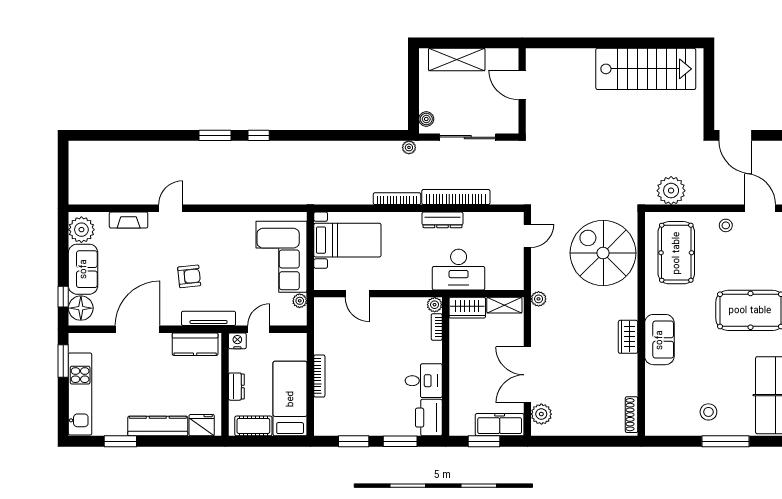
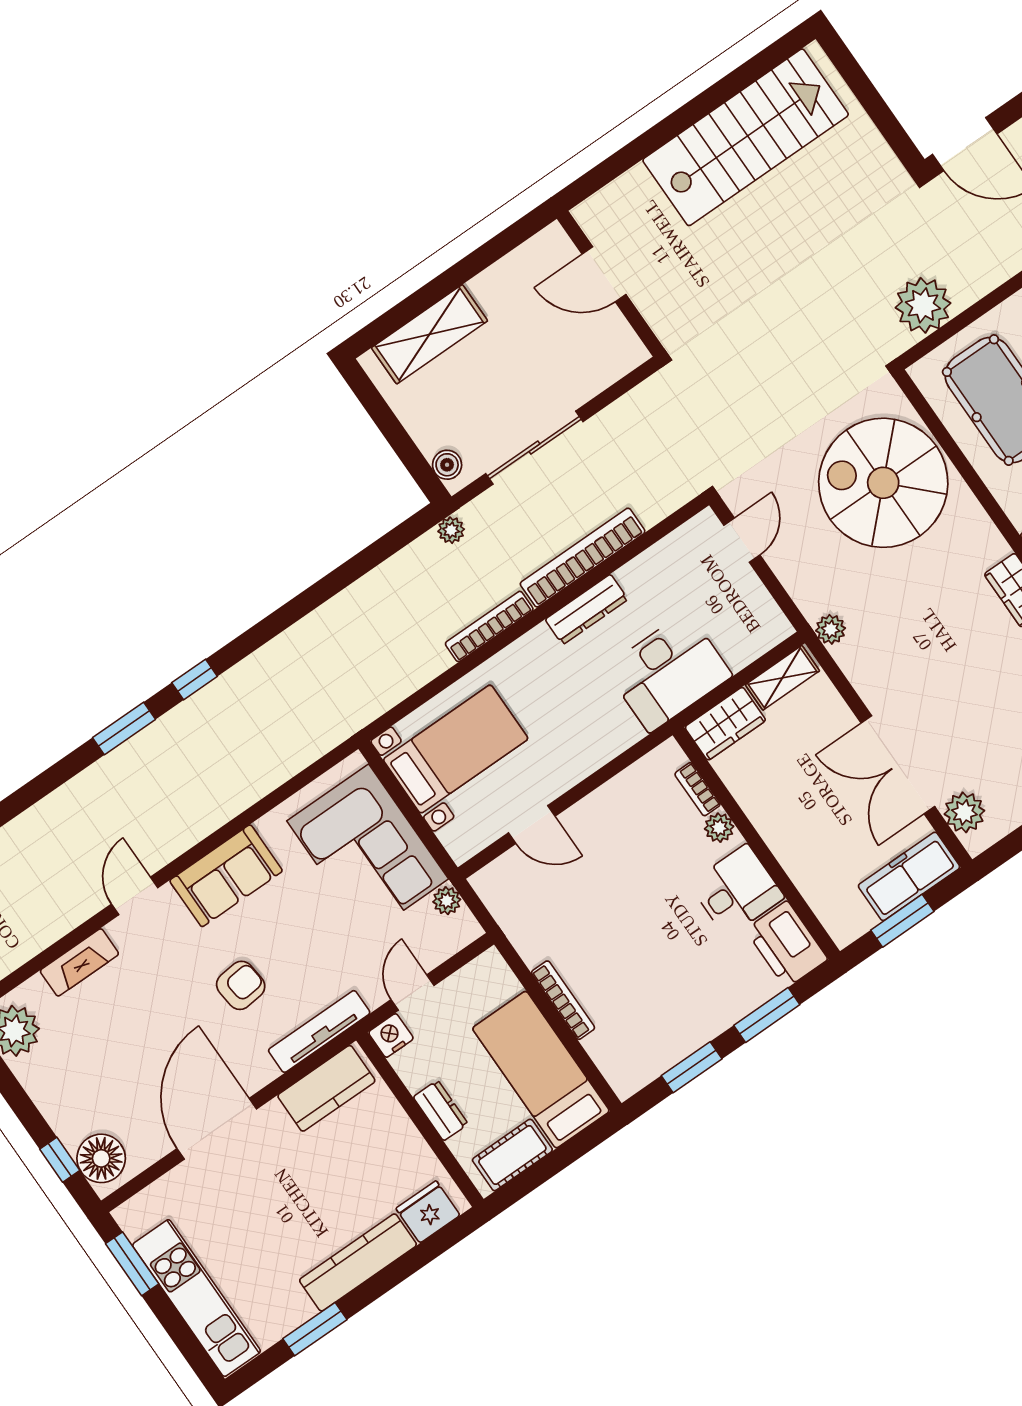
door: (522, 85) -> (604, 274), moved
wall: (522, 91) -> (611, 284), moved
sofa: (83, 269) -> (226, 876), moved, turned 90
plant: (435, 305) -> (719, 828), moved

